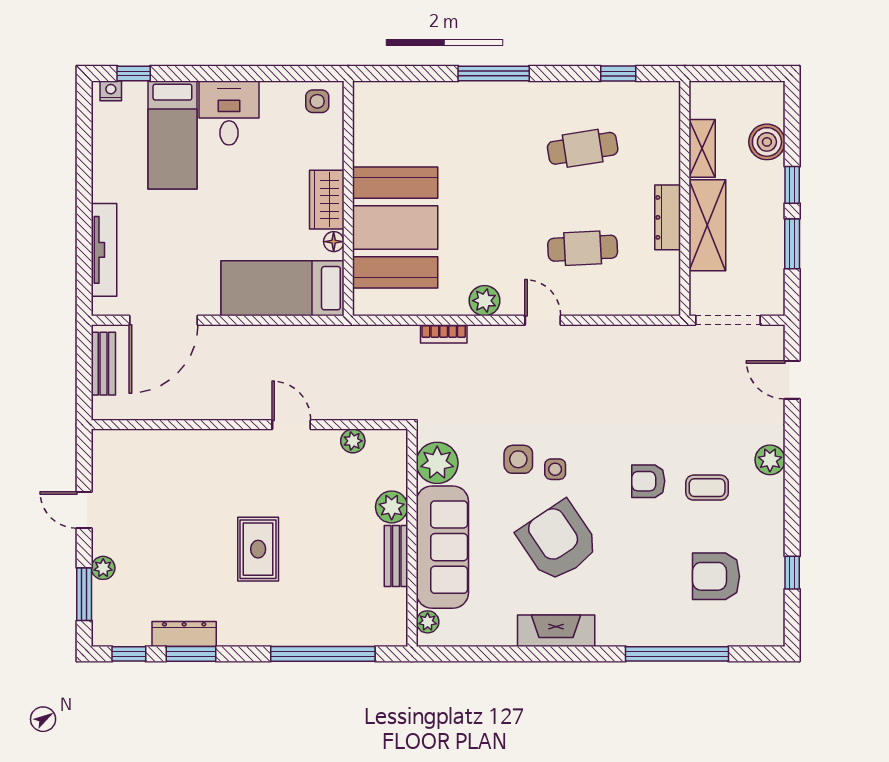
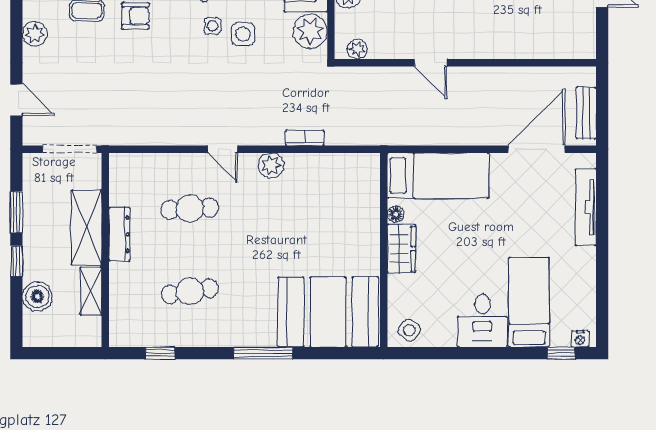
side table: (317, 101) -> (409, 330), turned 36
booth: (395, 227) -> (328, 312), moved, turned 90
plant: (353, 441) -> (357, 49), moved

